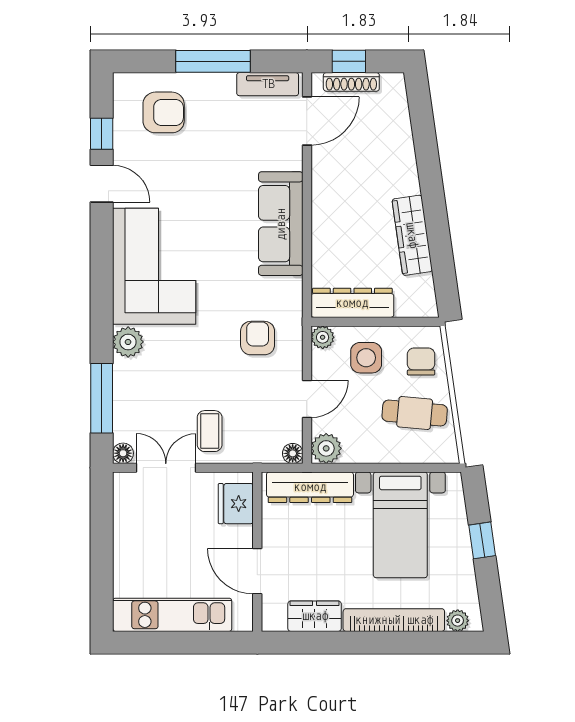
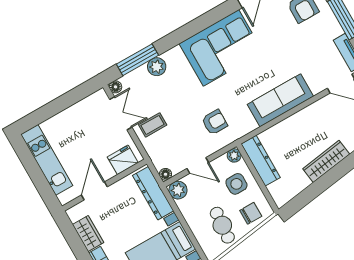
wardrobe: (412, 235) -> (326, 161), moved
plant: (128, 342) -> (157, 67), moved

